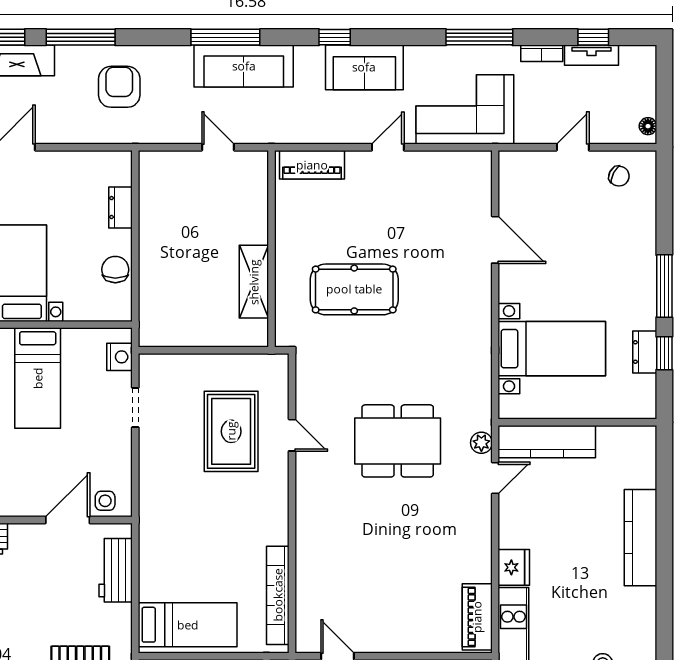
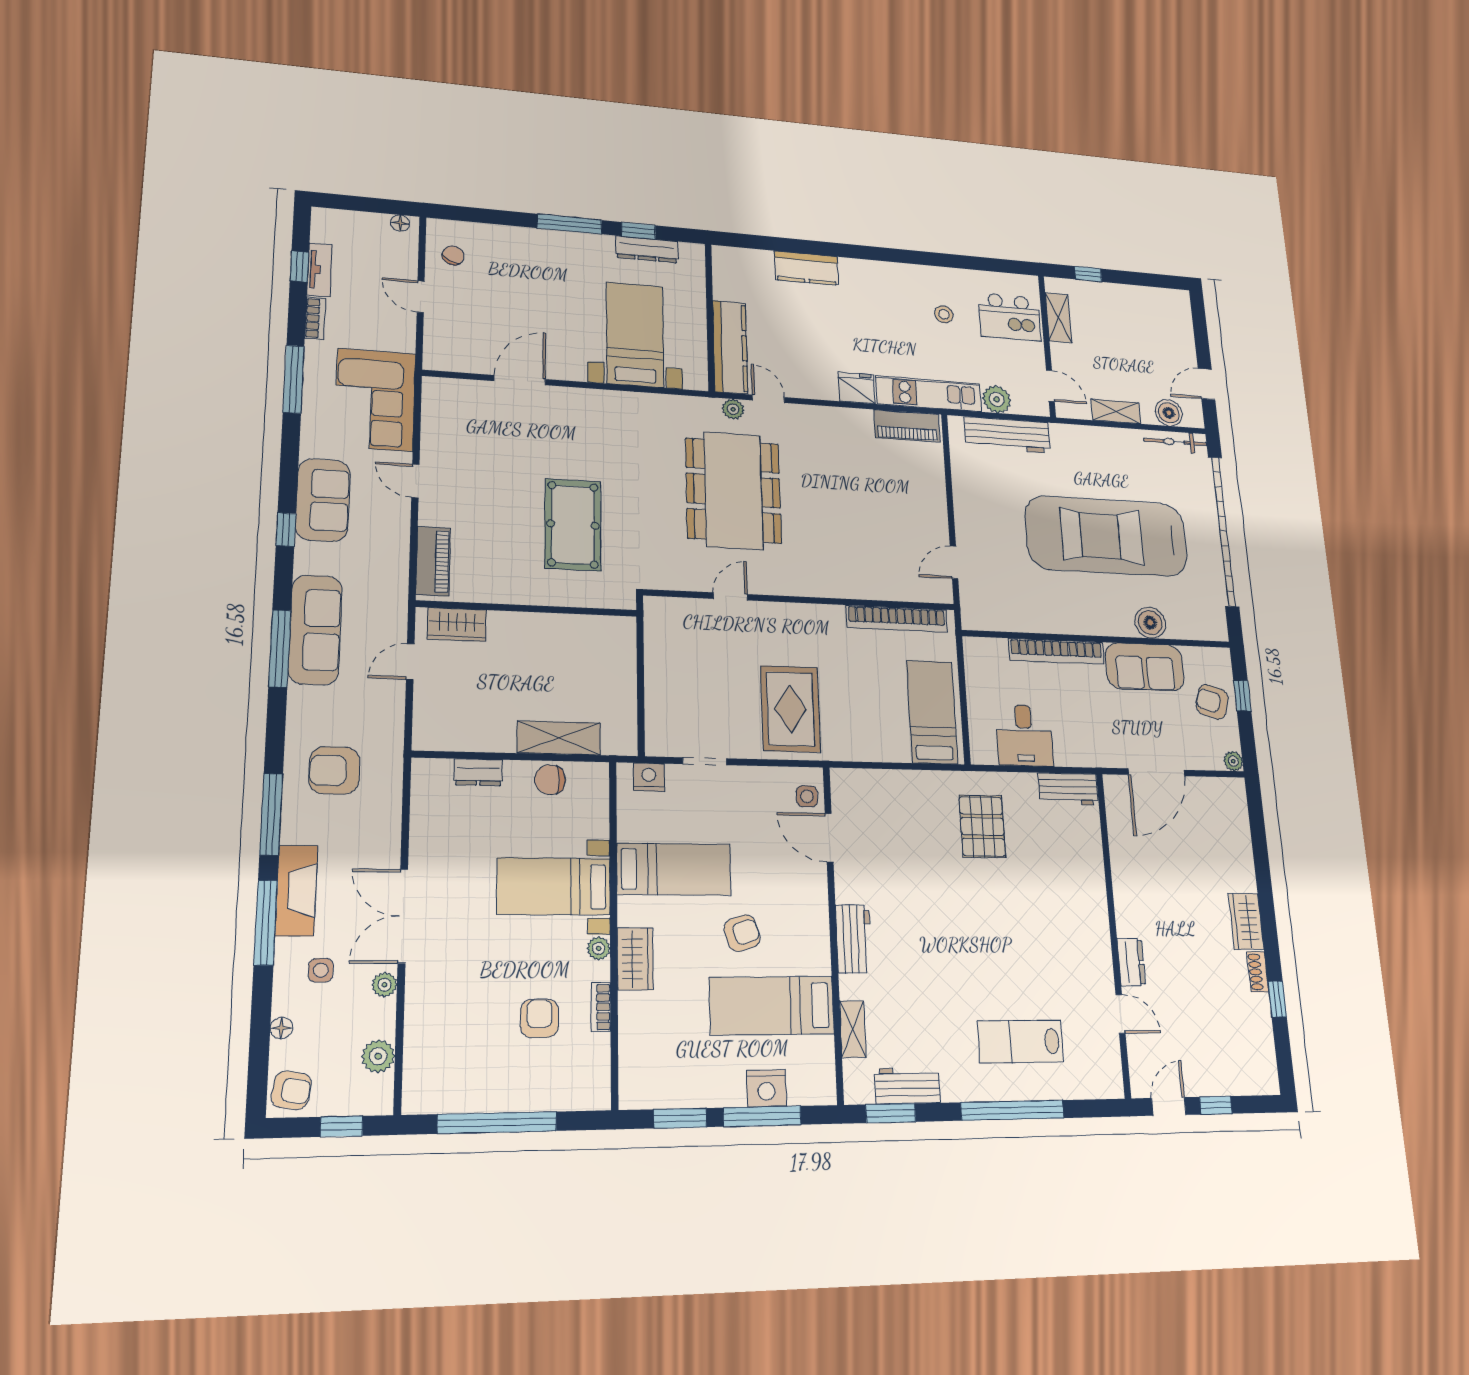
wardrobe: (254, 187) -> (457, 625), added
shelving: (254, 282) -> (559, 738), moved
dresser: (645, 352) -> (647, 249), width x1.44
rug: (231, 431) -> (790, 709), moved, turned 90
dining table: (398, 441) -> (733, 491), width x1.36, depth x1.24
kitchen counter: (640, 538) -> (806, 268), width x0.67
workbench: (116, 570) -> (880, 786), removed

